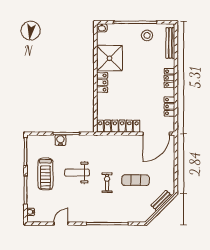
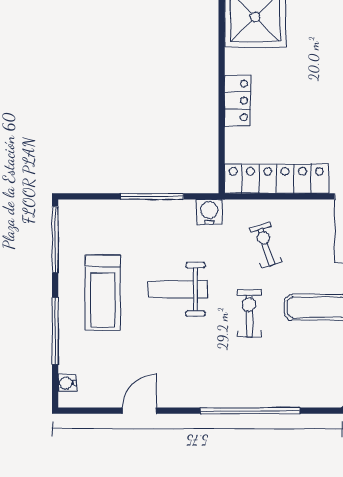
locker: (102, 83) -> (237, 100), moved
water cooler: (60, 140) -> (209, 212), moved
exercise bike: (114, 154) -> (265, 245), added

